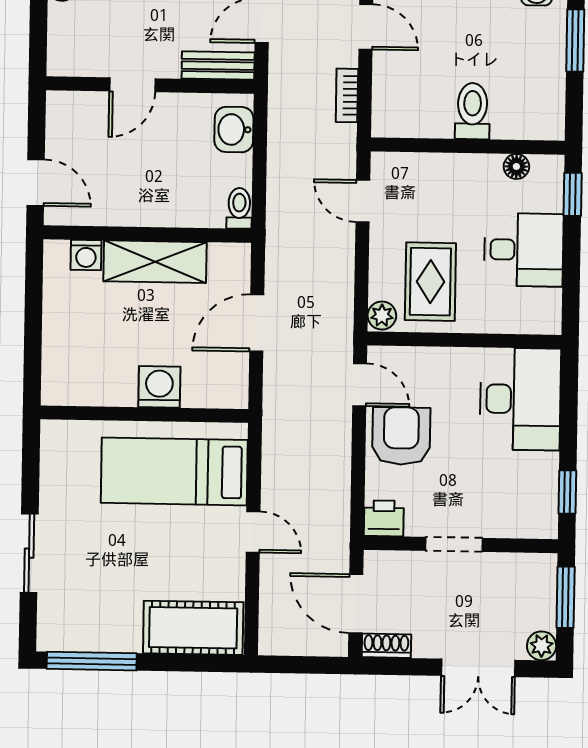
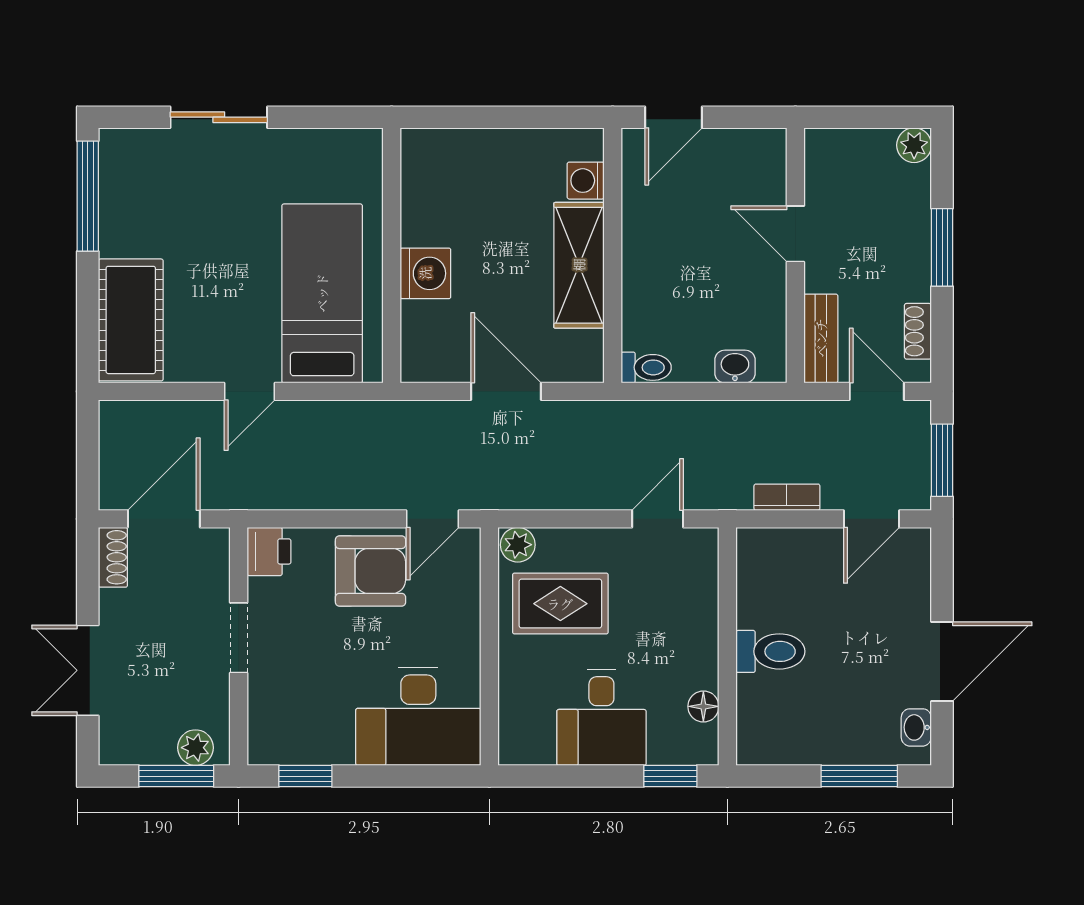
washbasin: (234, 130) -> (735, 367), width x0.72, depth x0.69
plant: (542, 646) -> (195, 748), moved

